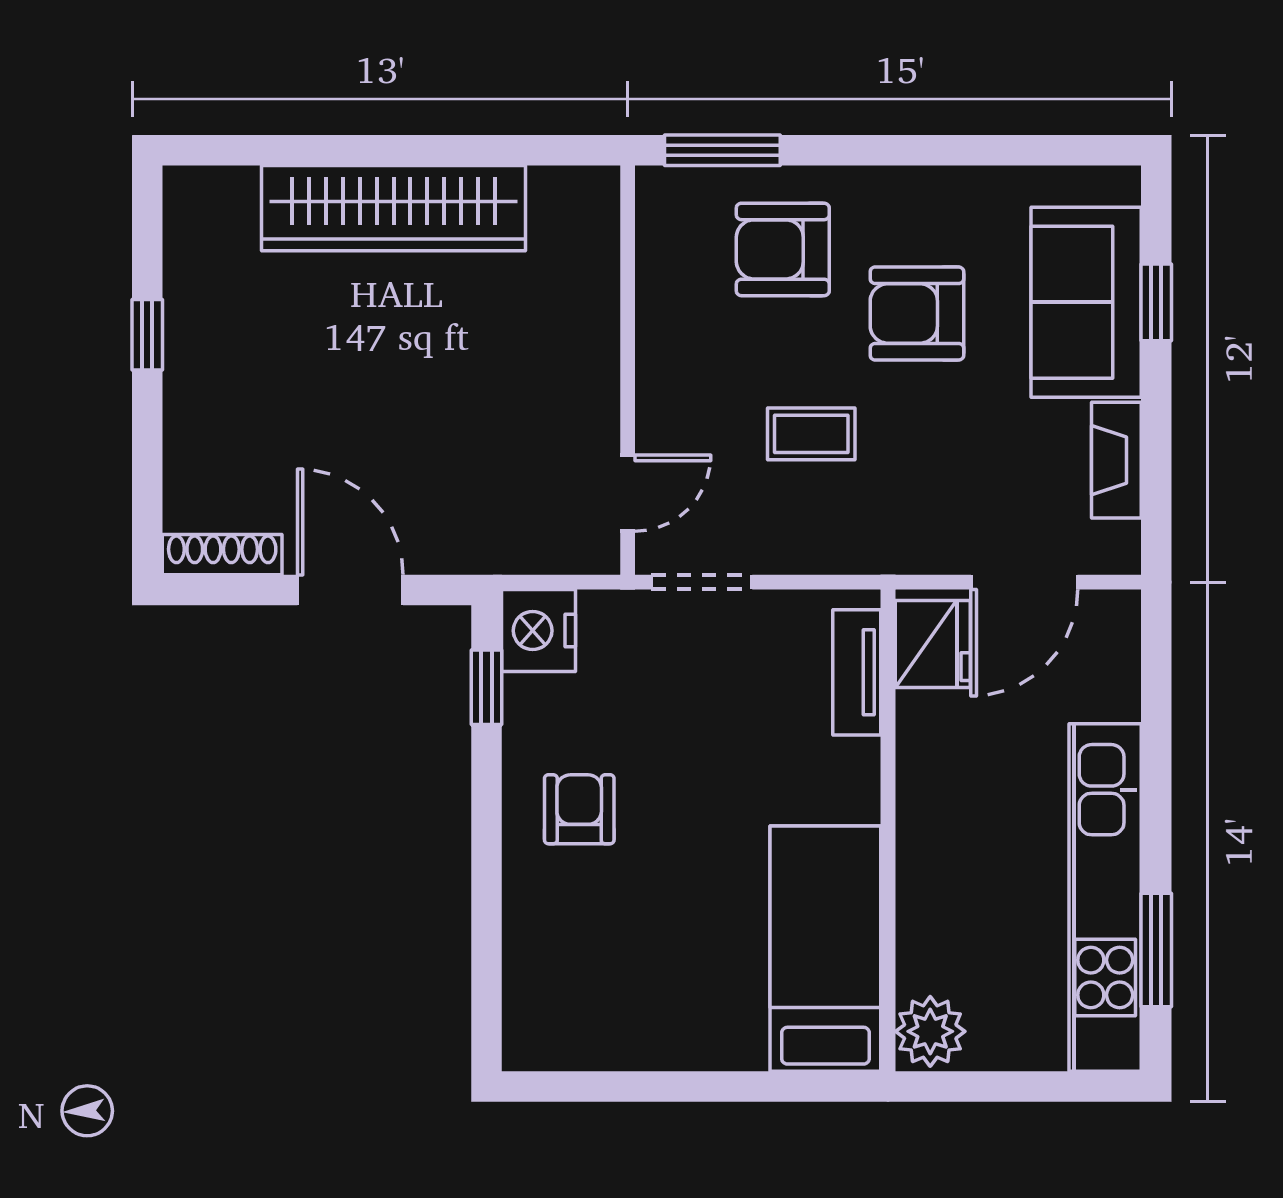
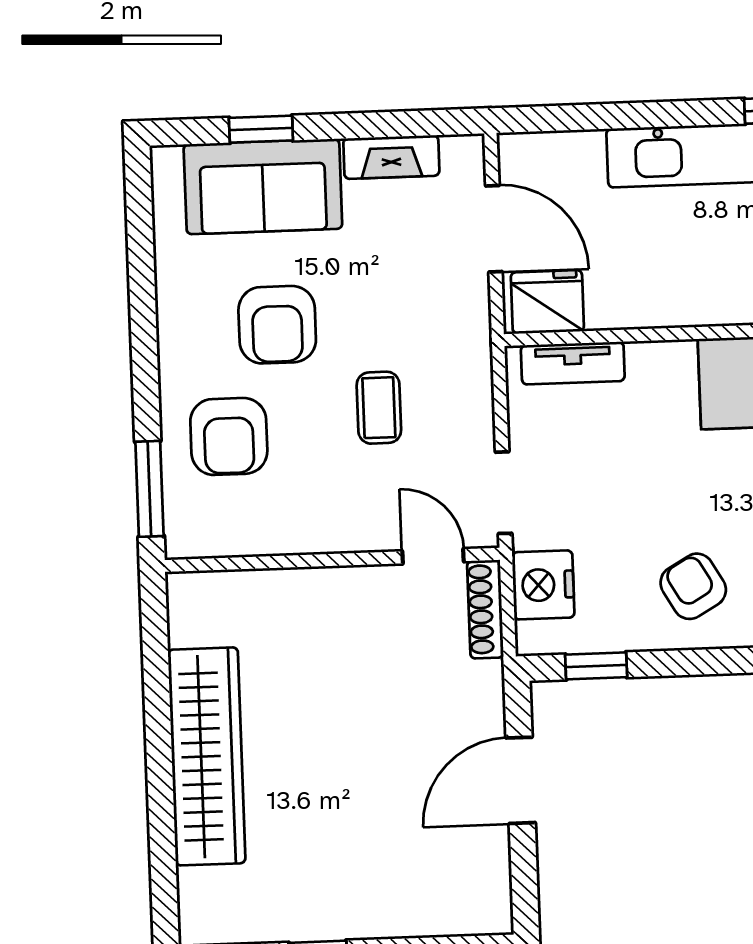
shoe rack: (222, 555) -> (485, 609), moved
nightstand: (539, 631) -> (543, 585), moved, turned 90
armchair: (579, 809) -> (693, 586), turned 60

